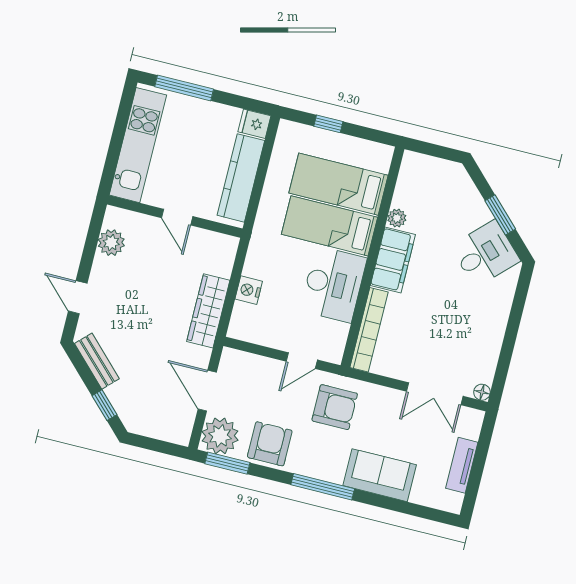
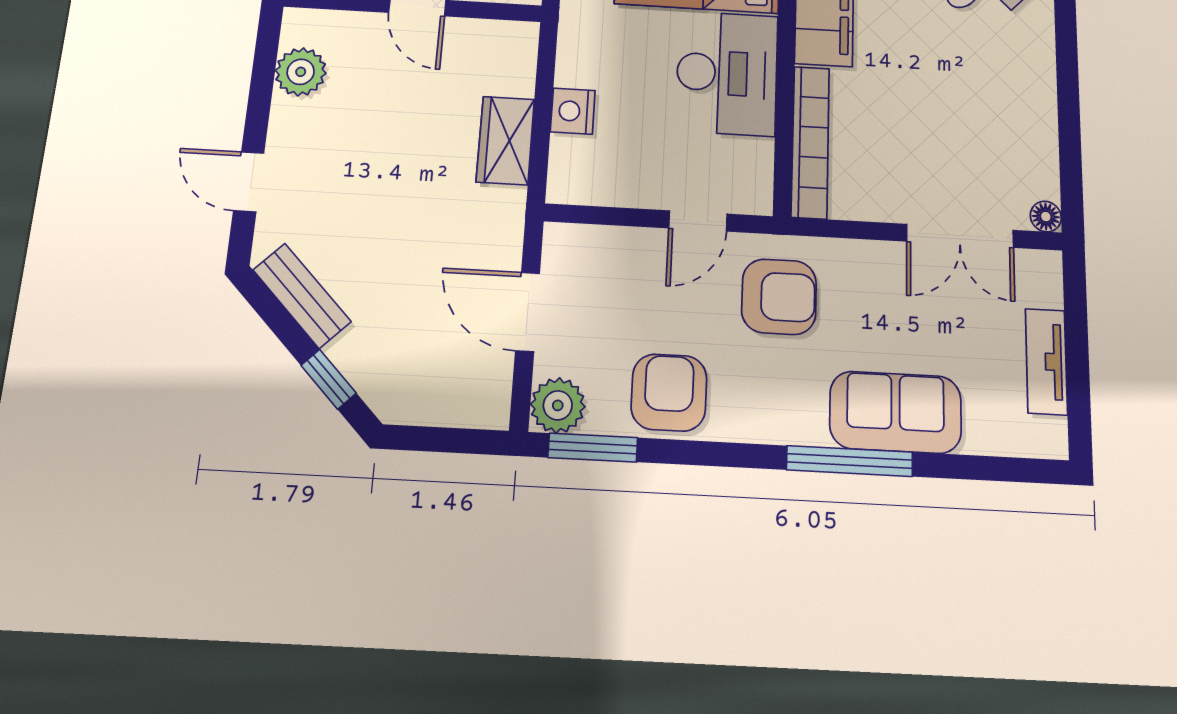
wardrobe: (208, 311) -> (505, 140), width x0.67
plant: (220, 436) -> (558, 405), width x0.73, depth x0.73
window: (323, 487) -> (850, 461), moved

